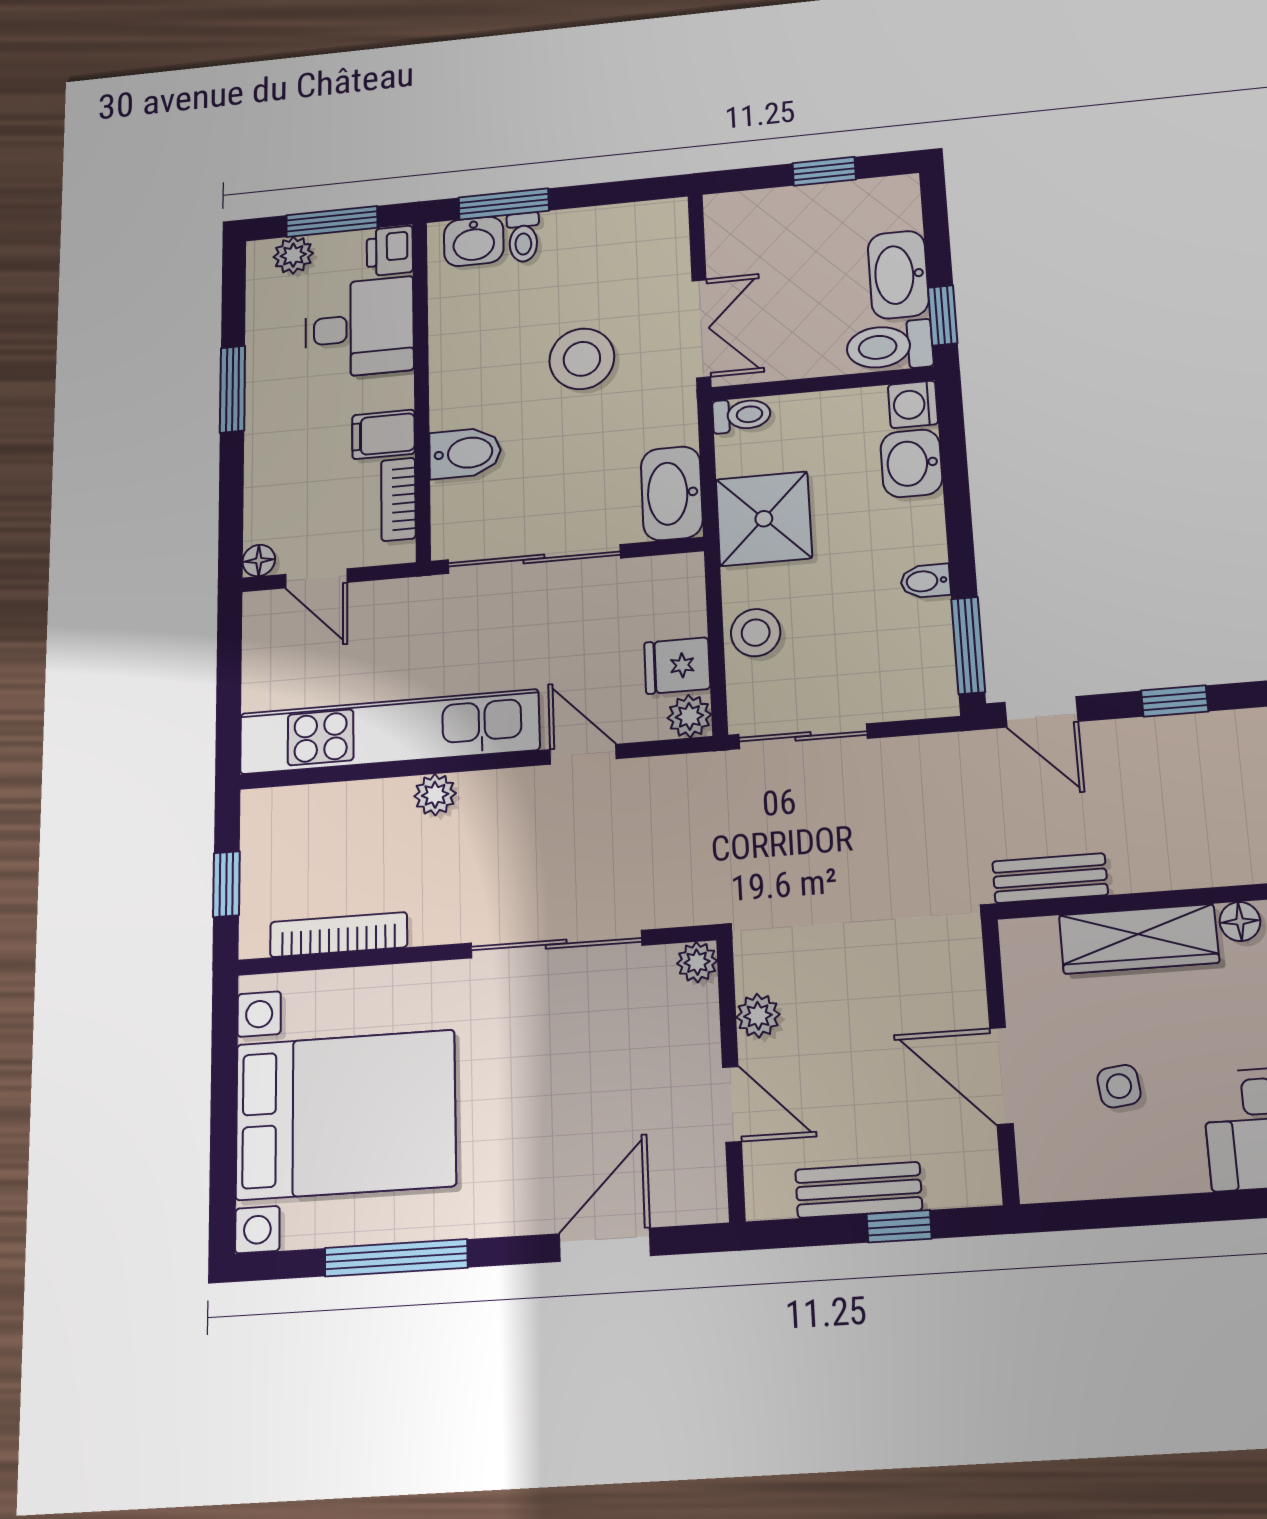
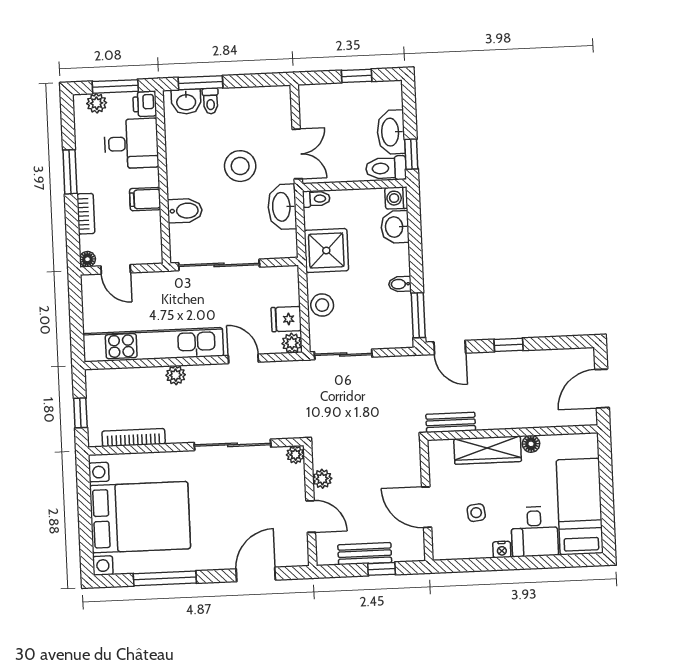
washbasin: (672, 493) -> (282, 207), moved
bookcase: (398, 499) -> (86, 214), moved, turned 180
nightstand: (1185, 1174) -> (502, 550), added

